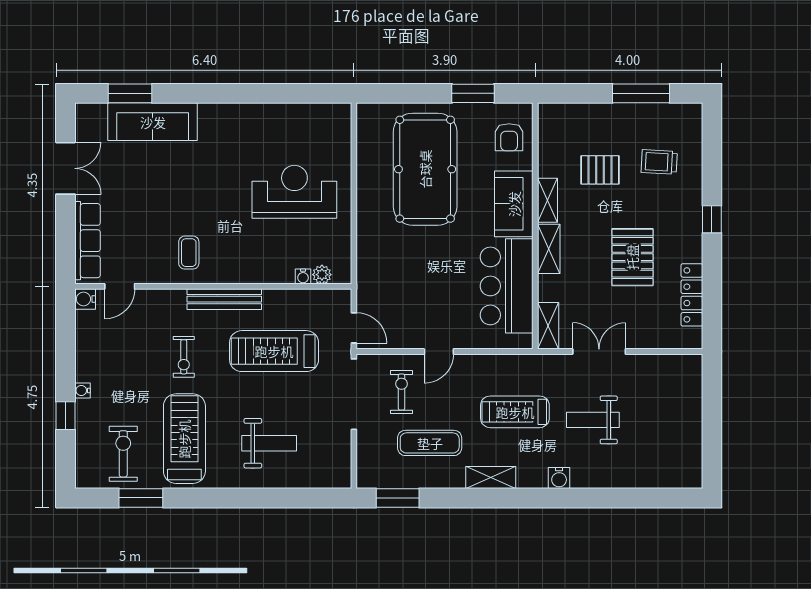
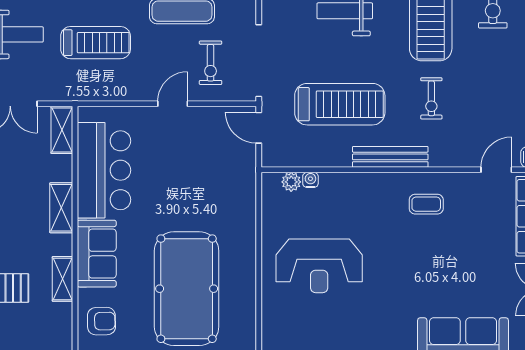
armchair: (509, 137) -> (101, 321), turned 89
shelving: (548, 200) -> (62, 279), moved
coffee table: (189, 253) -> (426, 204), turned 90
exercise bike: (184, 357) -> (431, 98), turned 180

